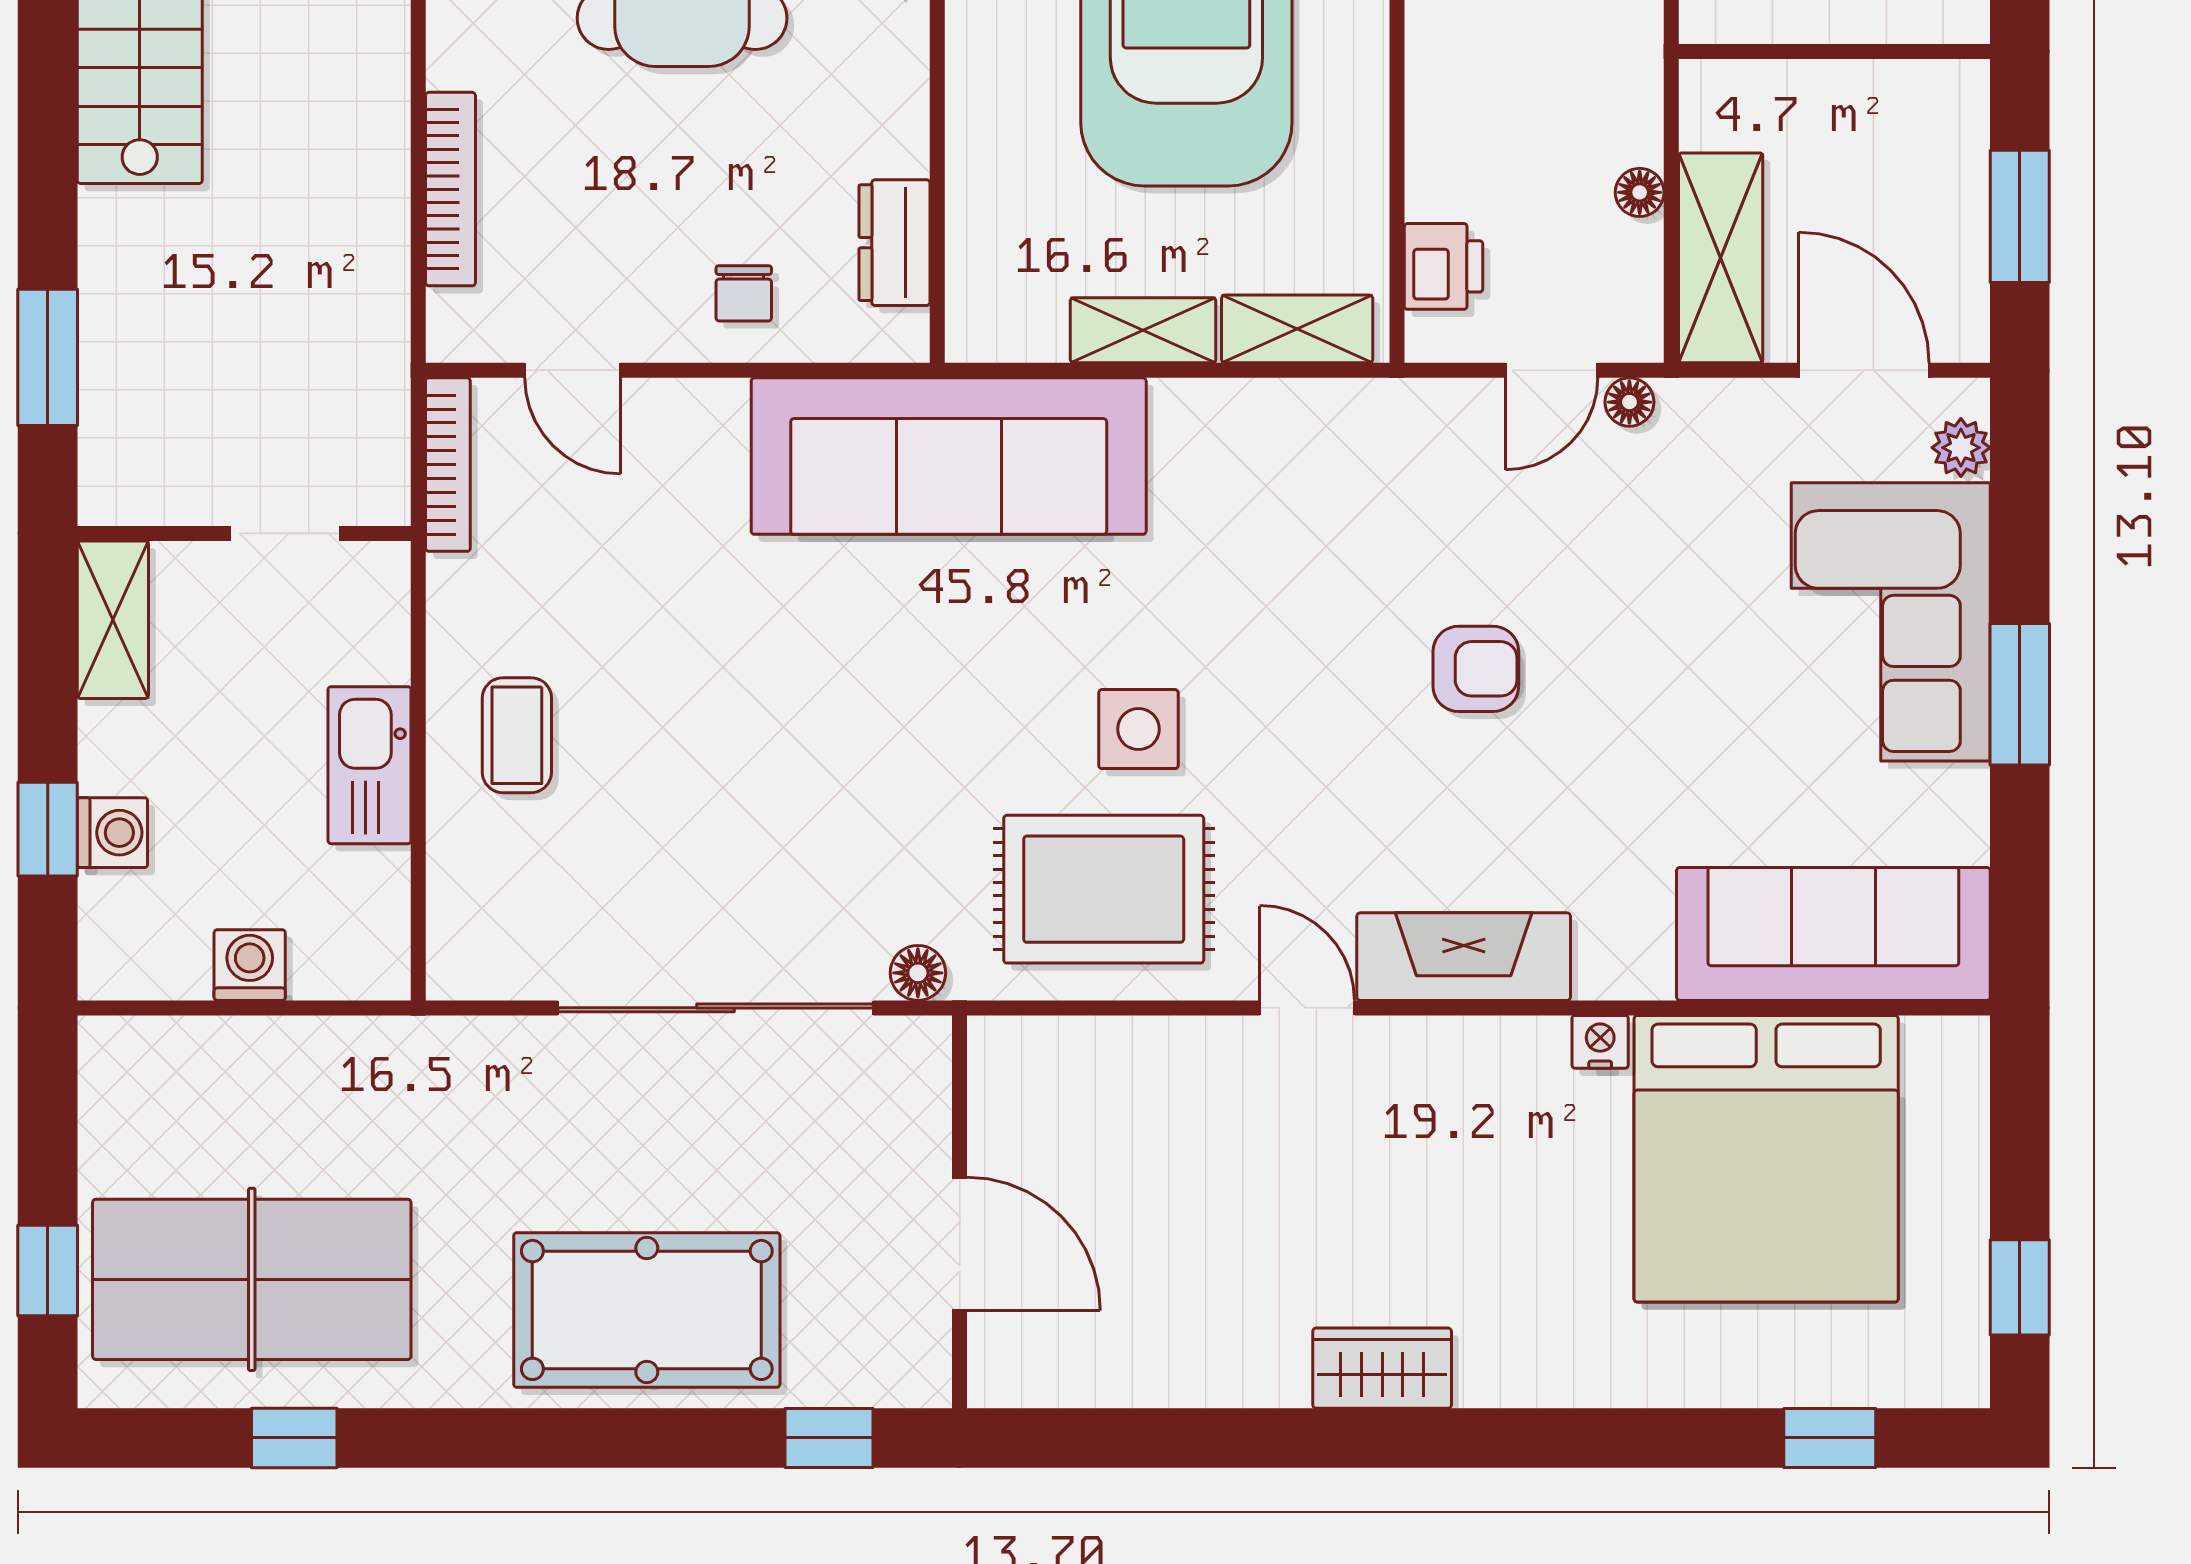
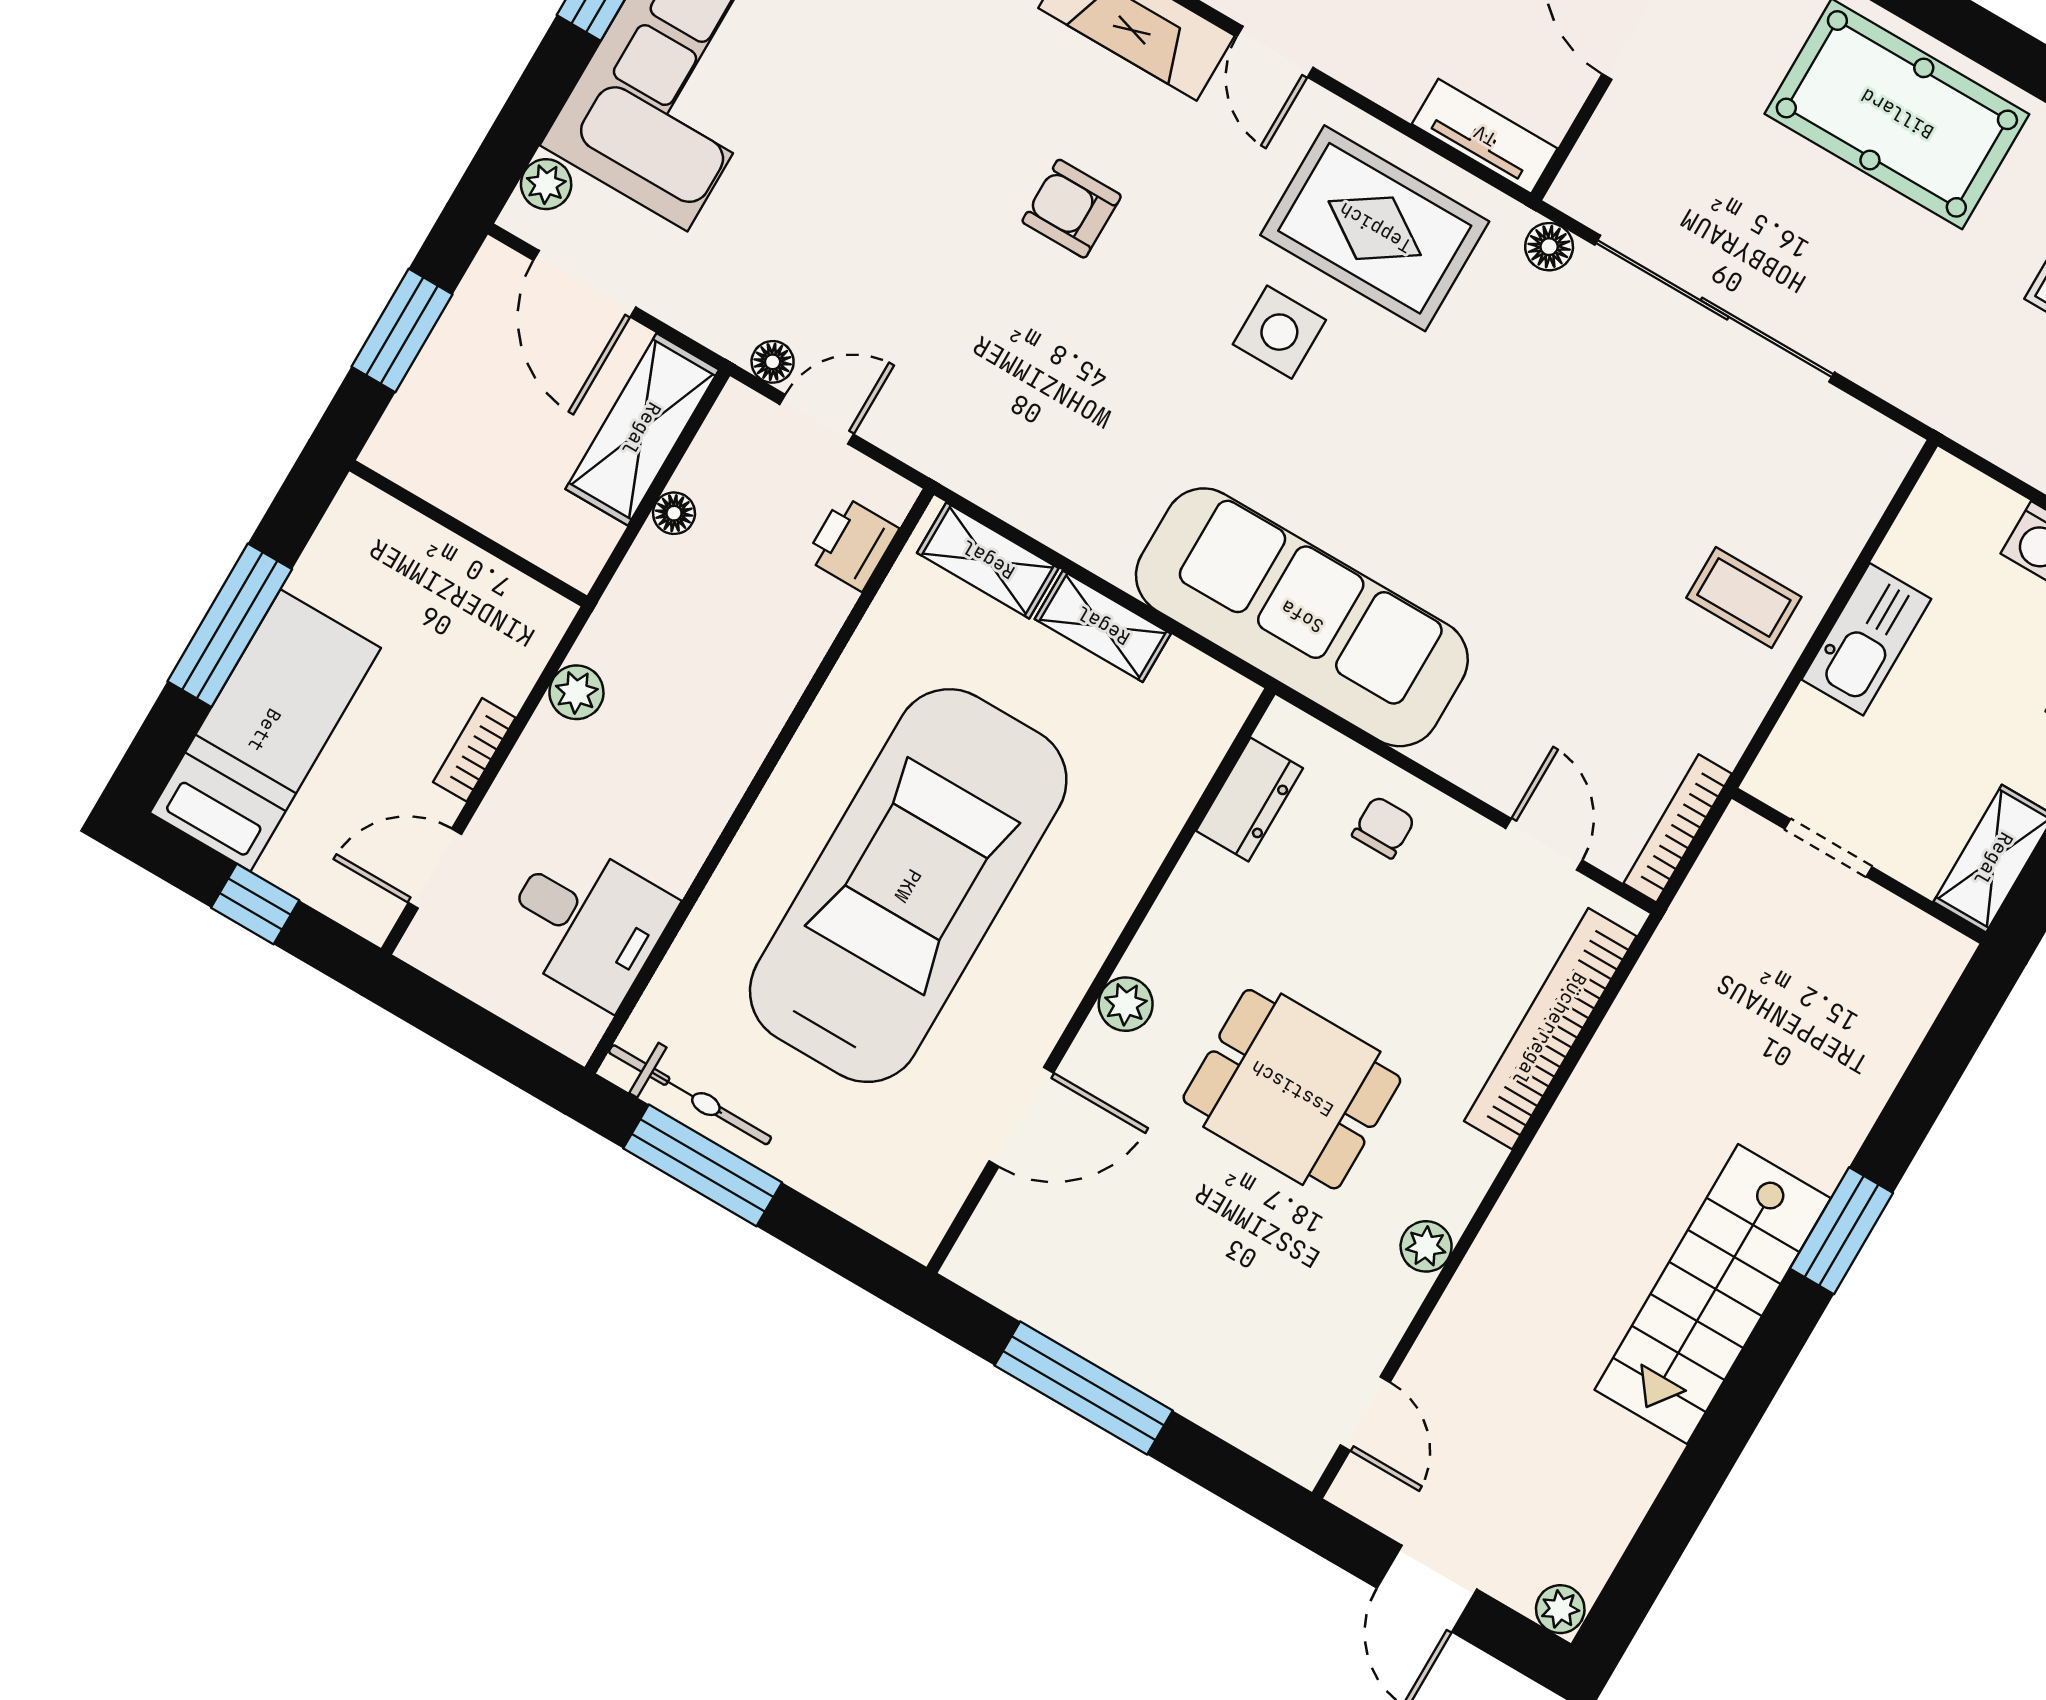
bookcase: (451, 189) -> (1550, 1029), width x1.48, depth x1.31
window: (48, 357) -> (1841, 1231), moved
armchair: (1476, 669) -> (1072, 209), moved
coffee table: (517, 735) -> (1744, 597), turned 90
tv unit: (1047, 1046) -> (1485, 136), added

